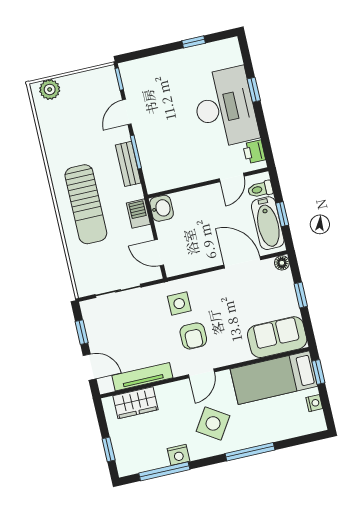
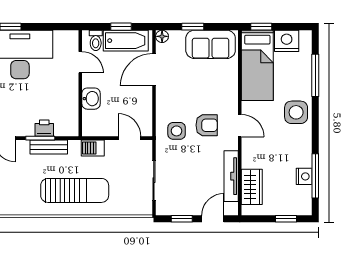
printer: (254, 152) -> (44, 128), moved, turned 180
washbasin: (162, 208) -> (91, 99), moved, turned 90
door: (159, 253) -> (130, 138), swing flipped
sofa: (277, 337) -> (211, 44), moved, turned -90
nightstand: (314, 403) -> (287, 41), width x1.89, depth x1.79
side table: (213, 423) -> (296, 112), moved, turned -33
window: (250, 452) -> (315, 75), moved
nightstand: (179, 455) -> (304, 176), moved

